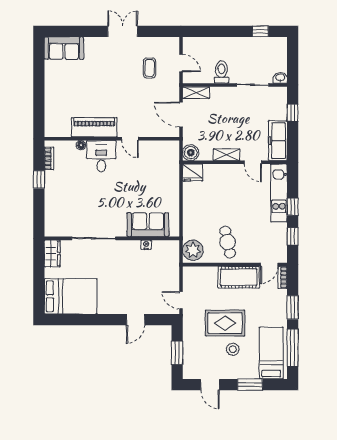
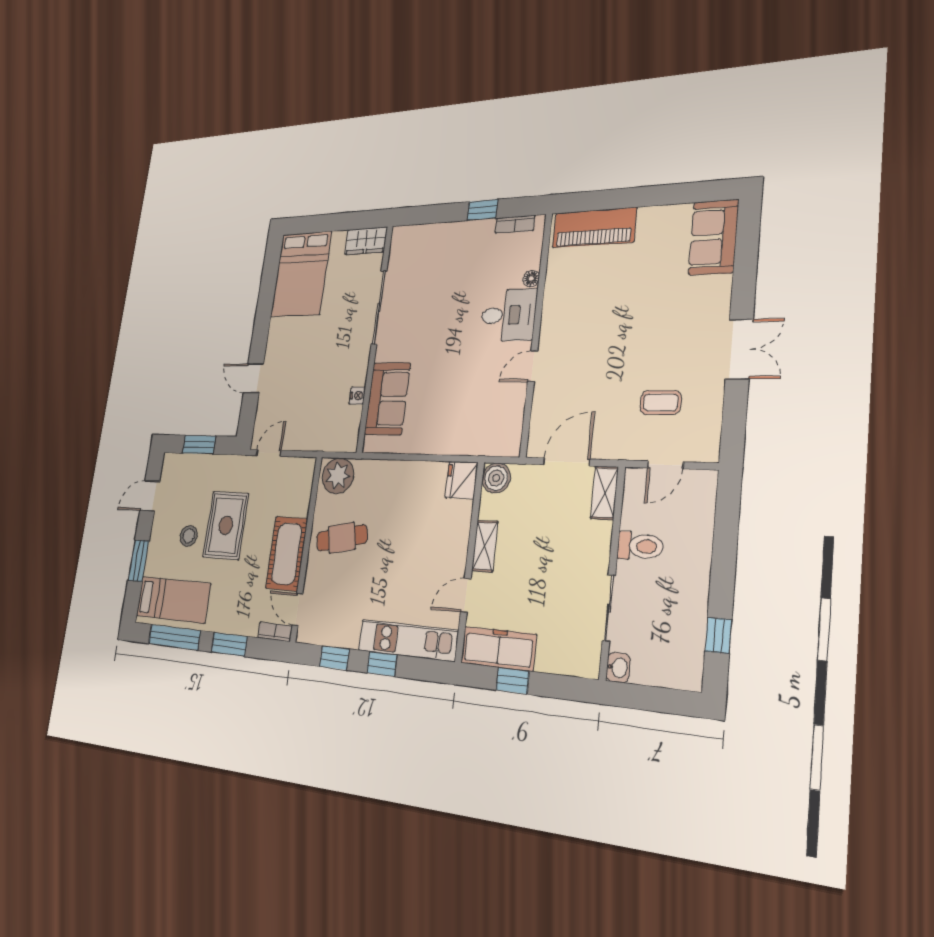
window: (293, 113) -> (513, 681), moved
piano: (94, 127) -> (594, 228), moved, turned 90

